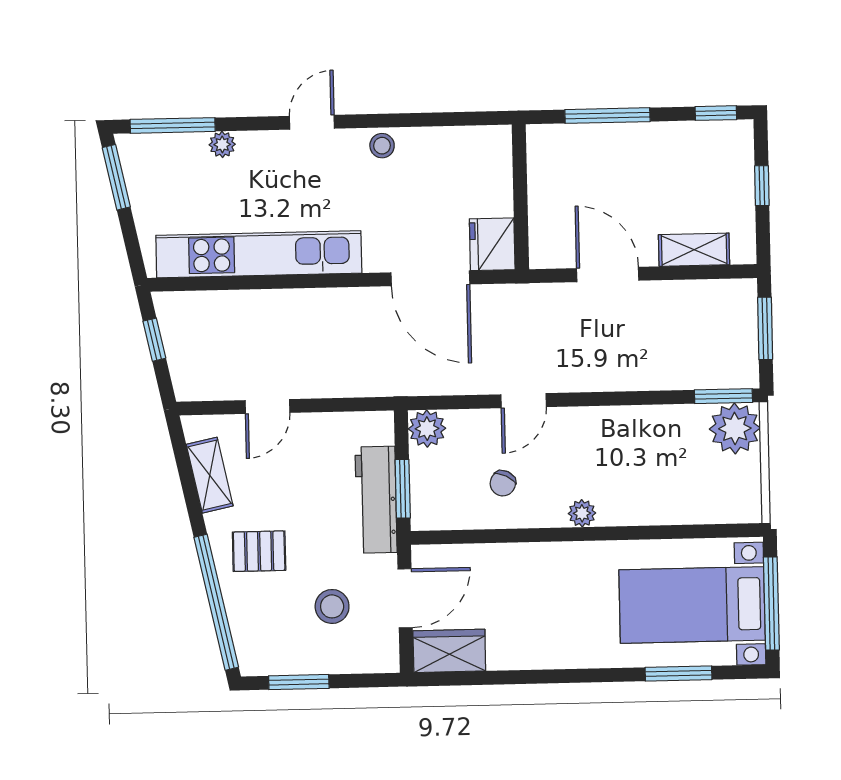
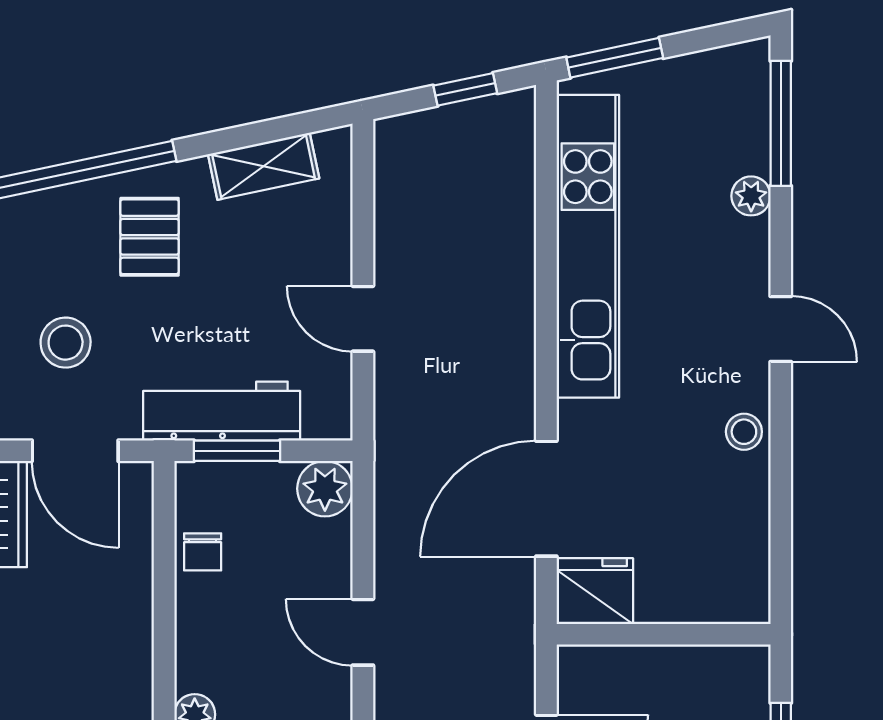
window: (116, 177) -> (615, 58), moved
door: (267, 406) -> (363, 319), moved
chair: (503, 483) -> (203, 552), moved, turned -117

